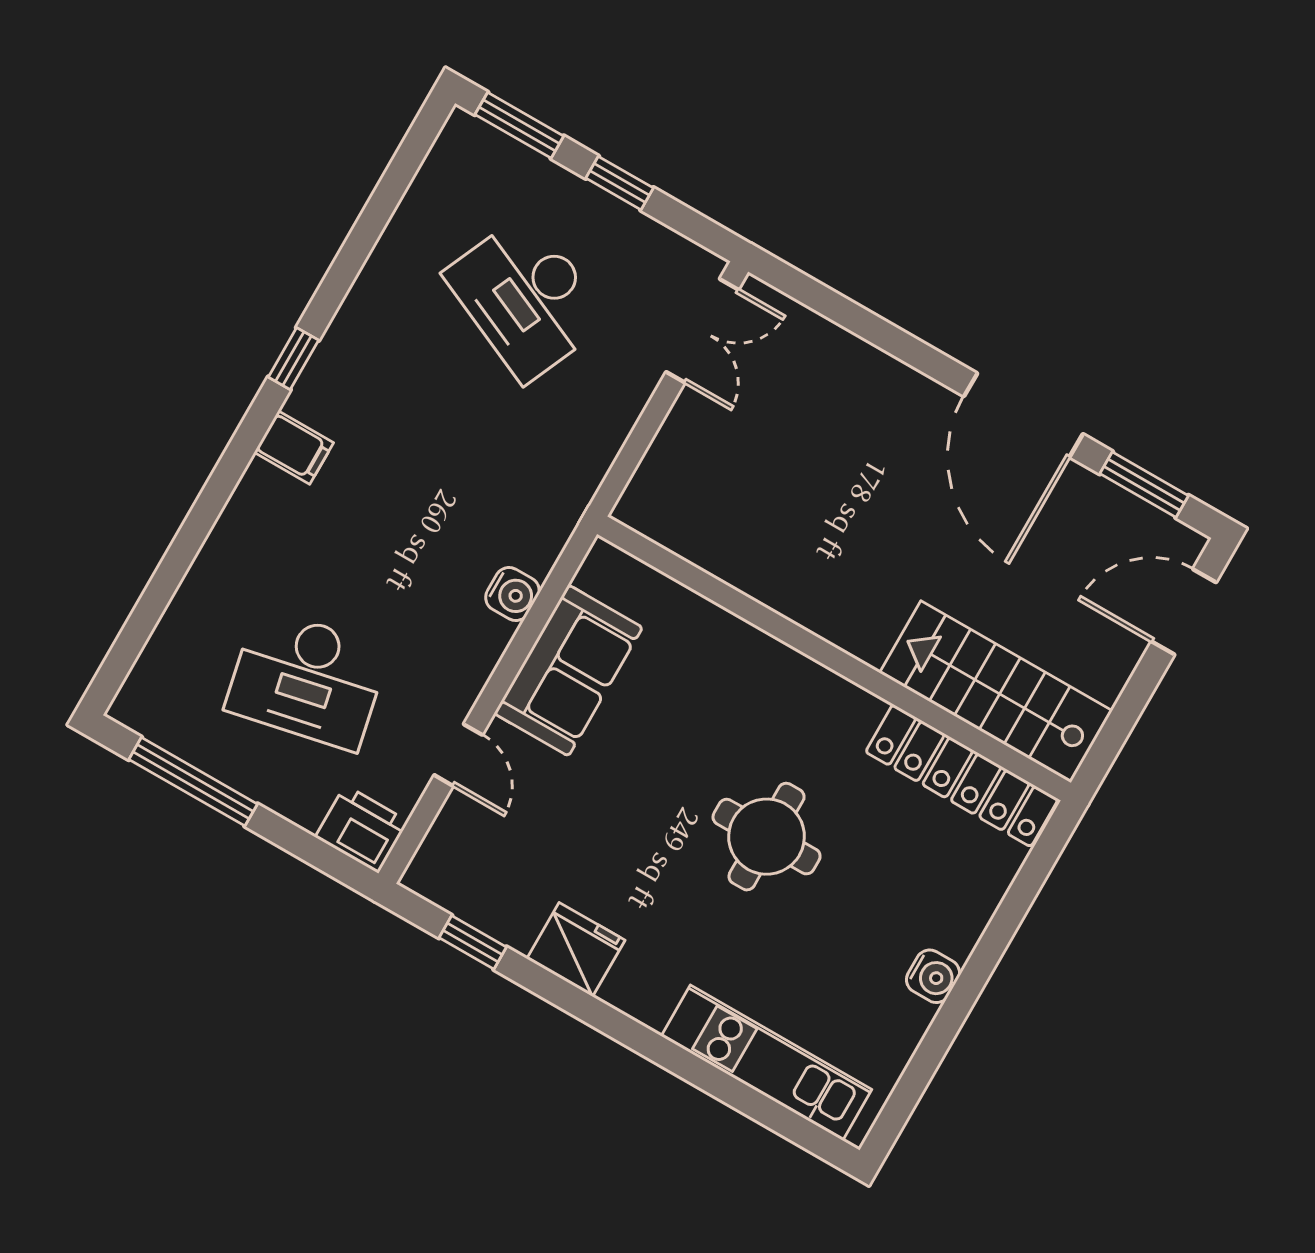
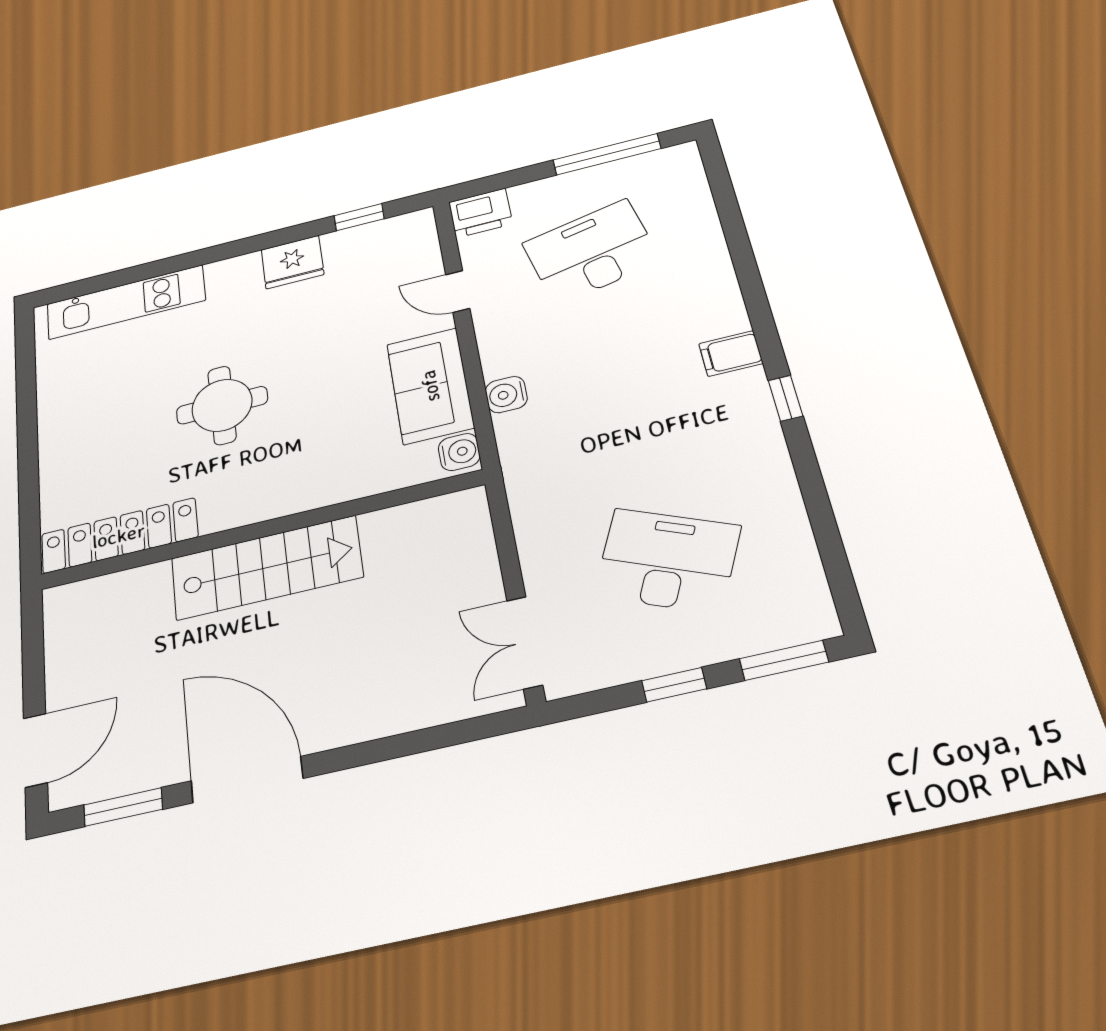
stairs: (996, 692) -> (266, 568), moved
water cooler: (933, 976) -> (459, 452), moved, turned 180

